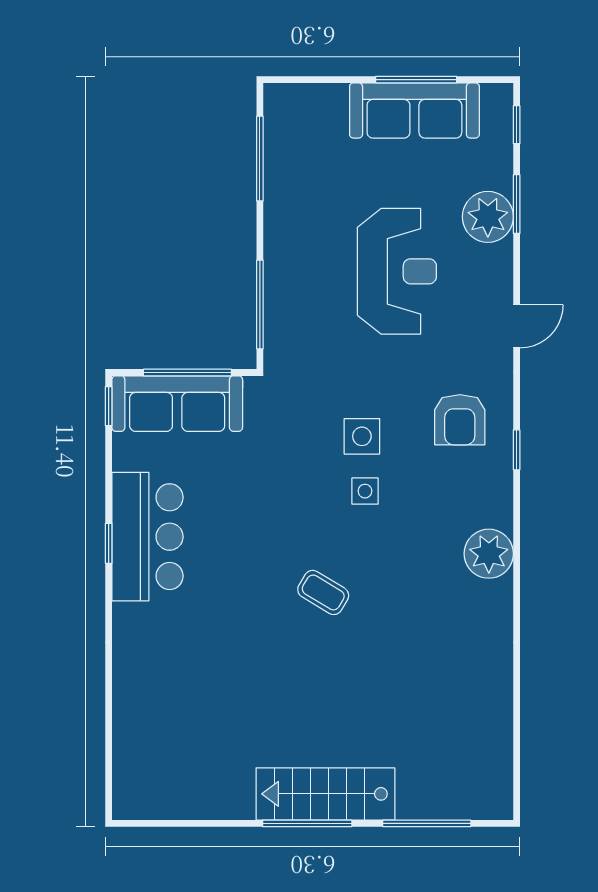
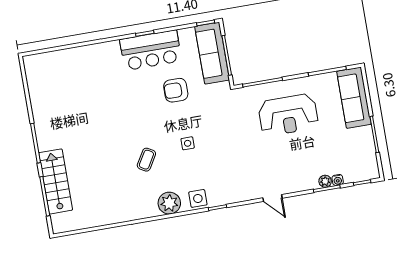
sofa: (414, 110) -> (354, 98), moved
water cooler: (502, 177) -> (338, 180), added
plant: (488, 217) -> (325, 181), width x0.53, depth x0.53
reception desk: (397, 271) -> (288, 115), moved
armchair: (460, 420) -> (176, 90), moved
side table: (362, 436) -> (198, 198), moved
coffee table: (323, 592) -> (146, 160), moved
stairs: (325, 794) -> (56, 181), moved

